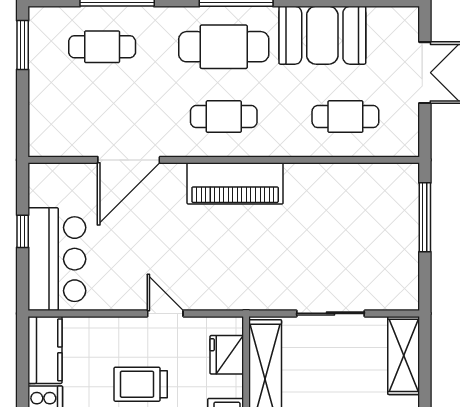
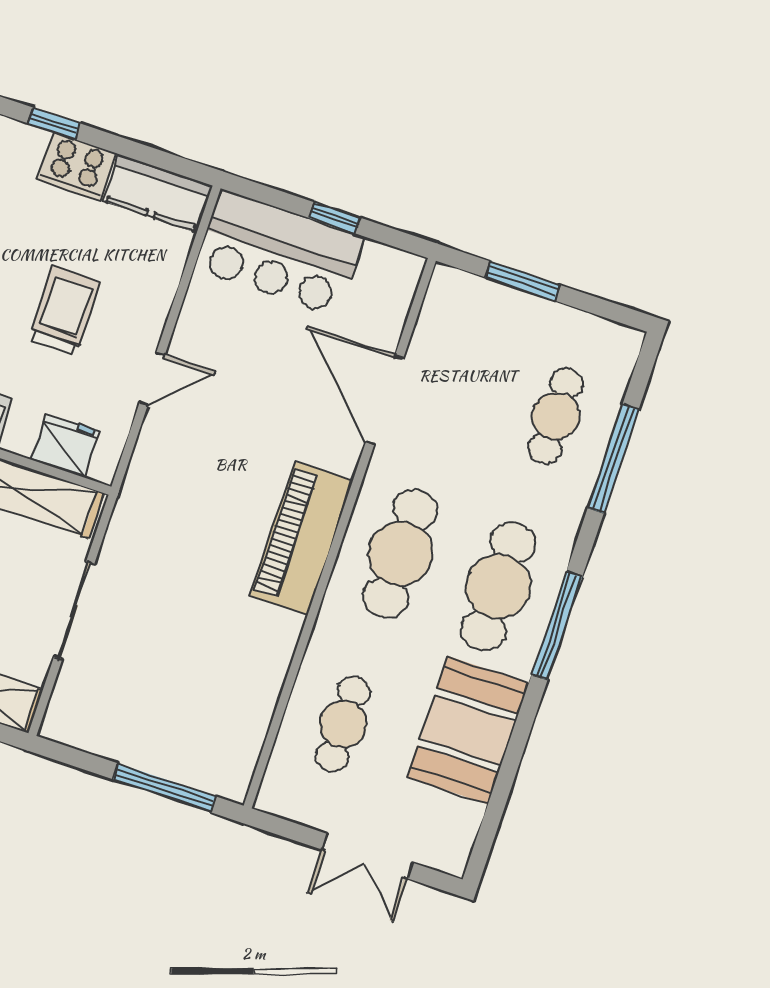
window: (23, 45) -> (523, 281), moved
cafe table: (224, 117) -> (400, 554), width x1.37, depth x1.35

